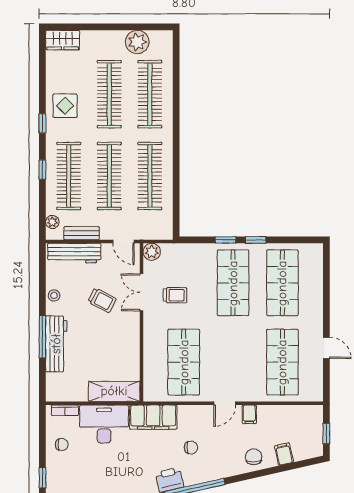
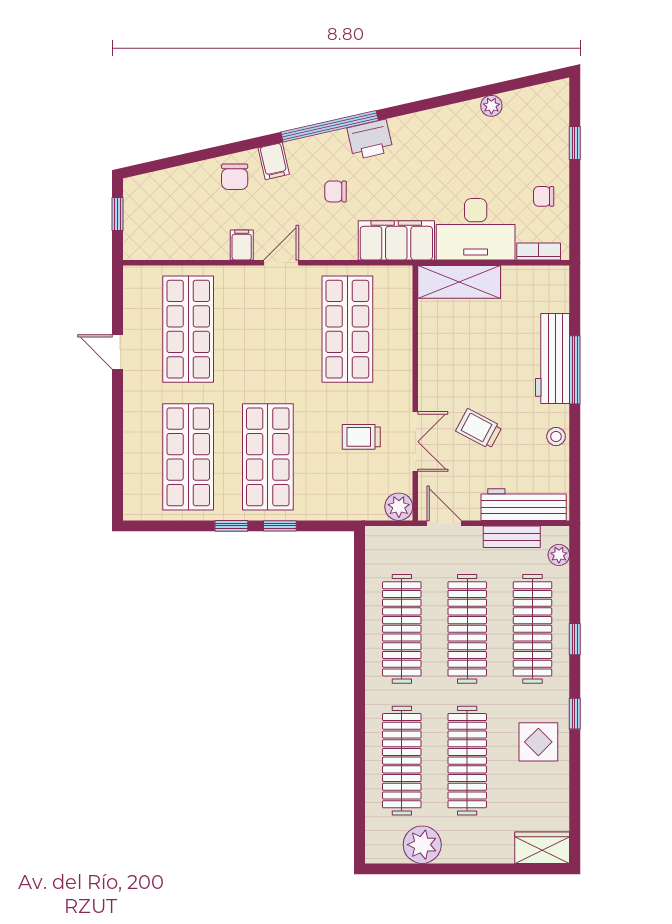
filing cabinet: (284, 454) -> (274, 161), moved

